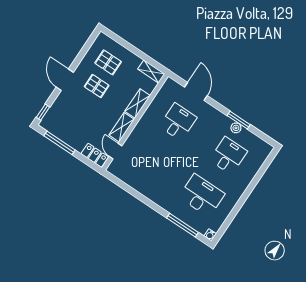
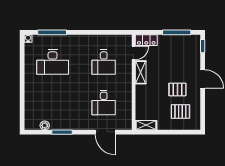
shelving: (138, 103) -> (141, 96), removed
plant: (236, 128) -> (45, 125), moved
door: (116, 151) -> (134, 53), hinge flipped
desk: (228, 156) -> (104, 62), moved

